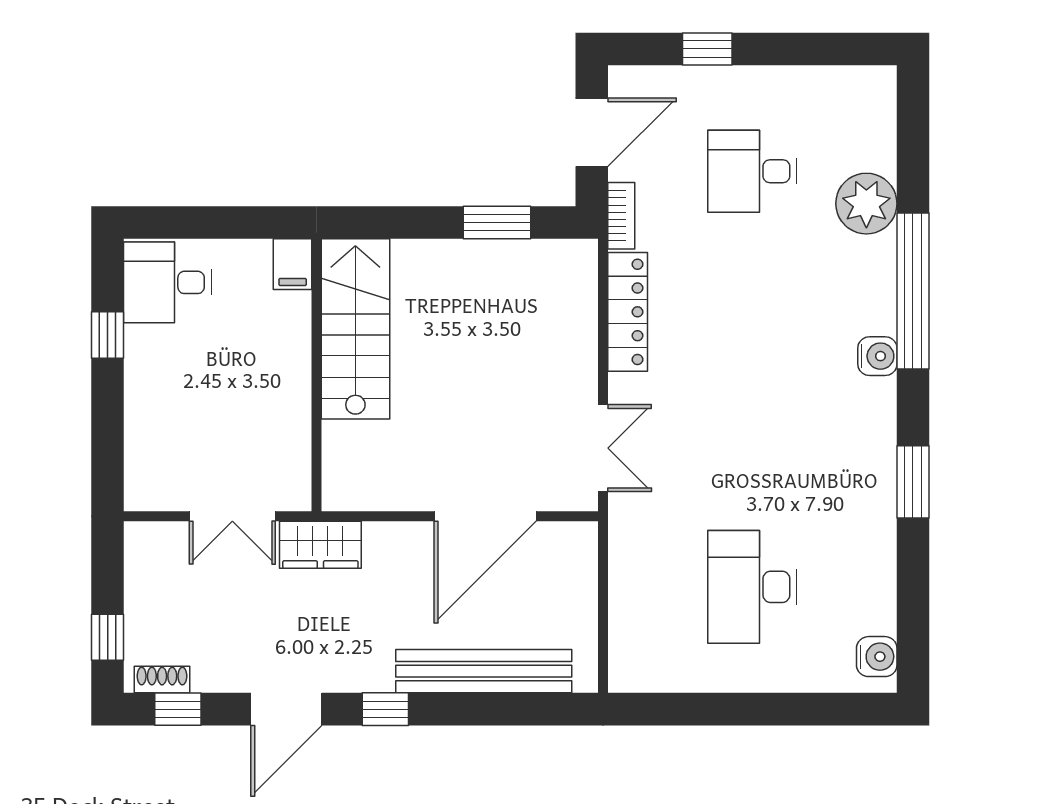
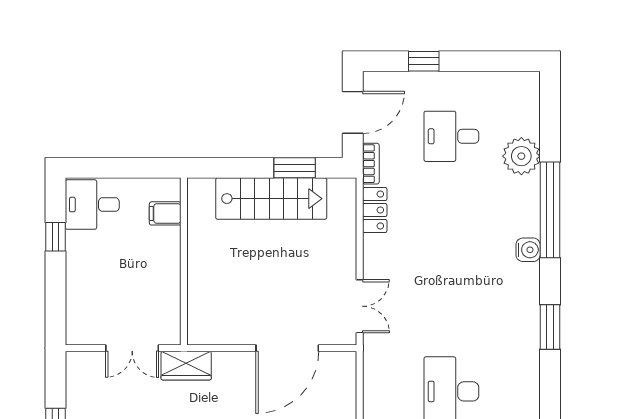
filing cabinet: (293, 264) -> (165, 213), moved, turned 90
locker: (628, 312) -> (375, 210), width x0.66
stairs: (355, 329) -> (271, 199), moved, turned 90

